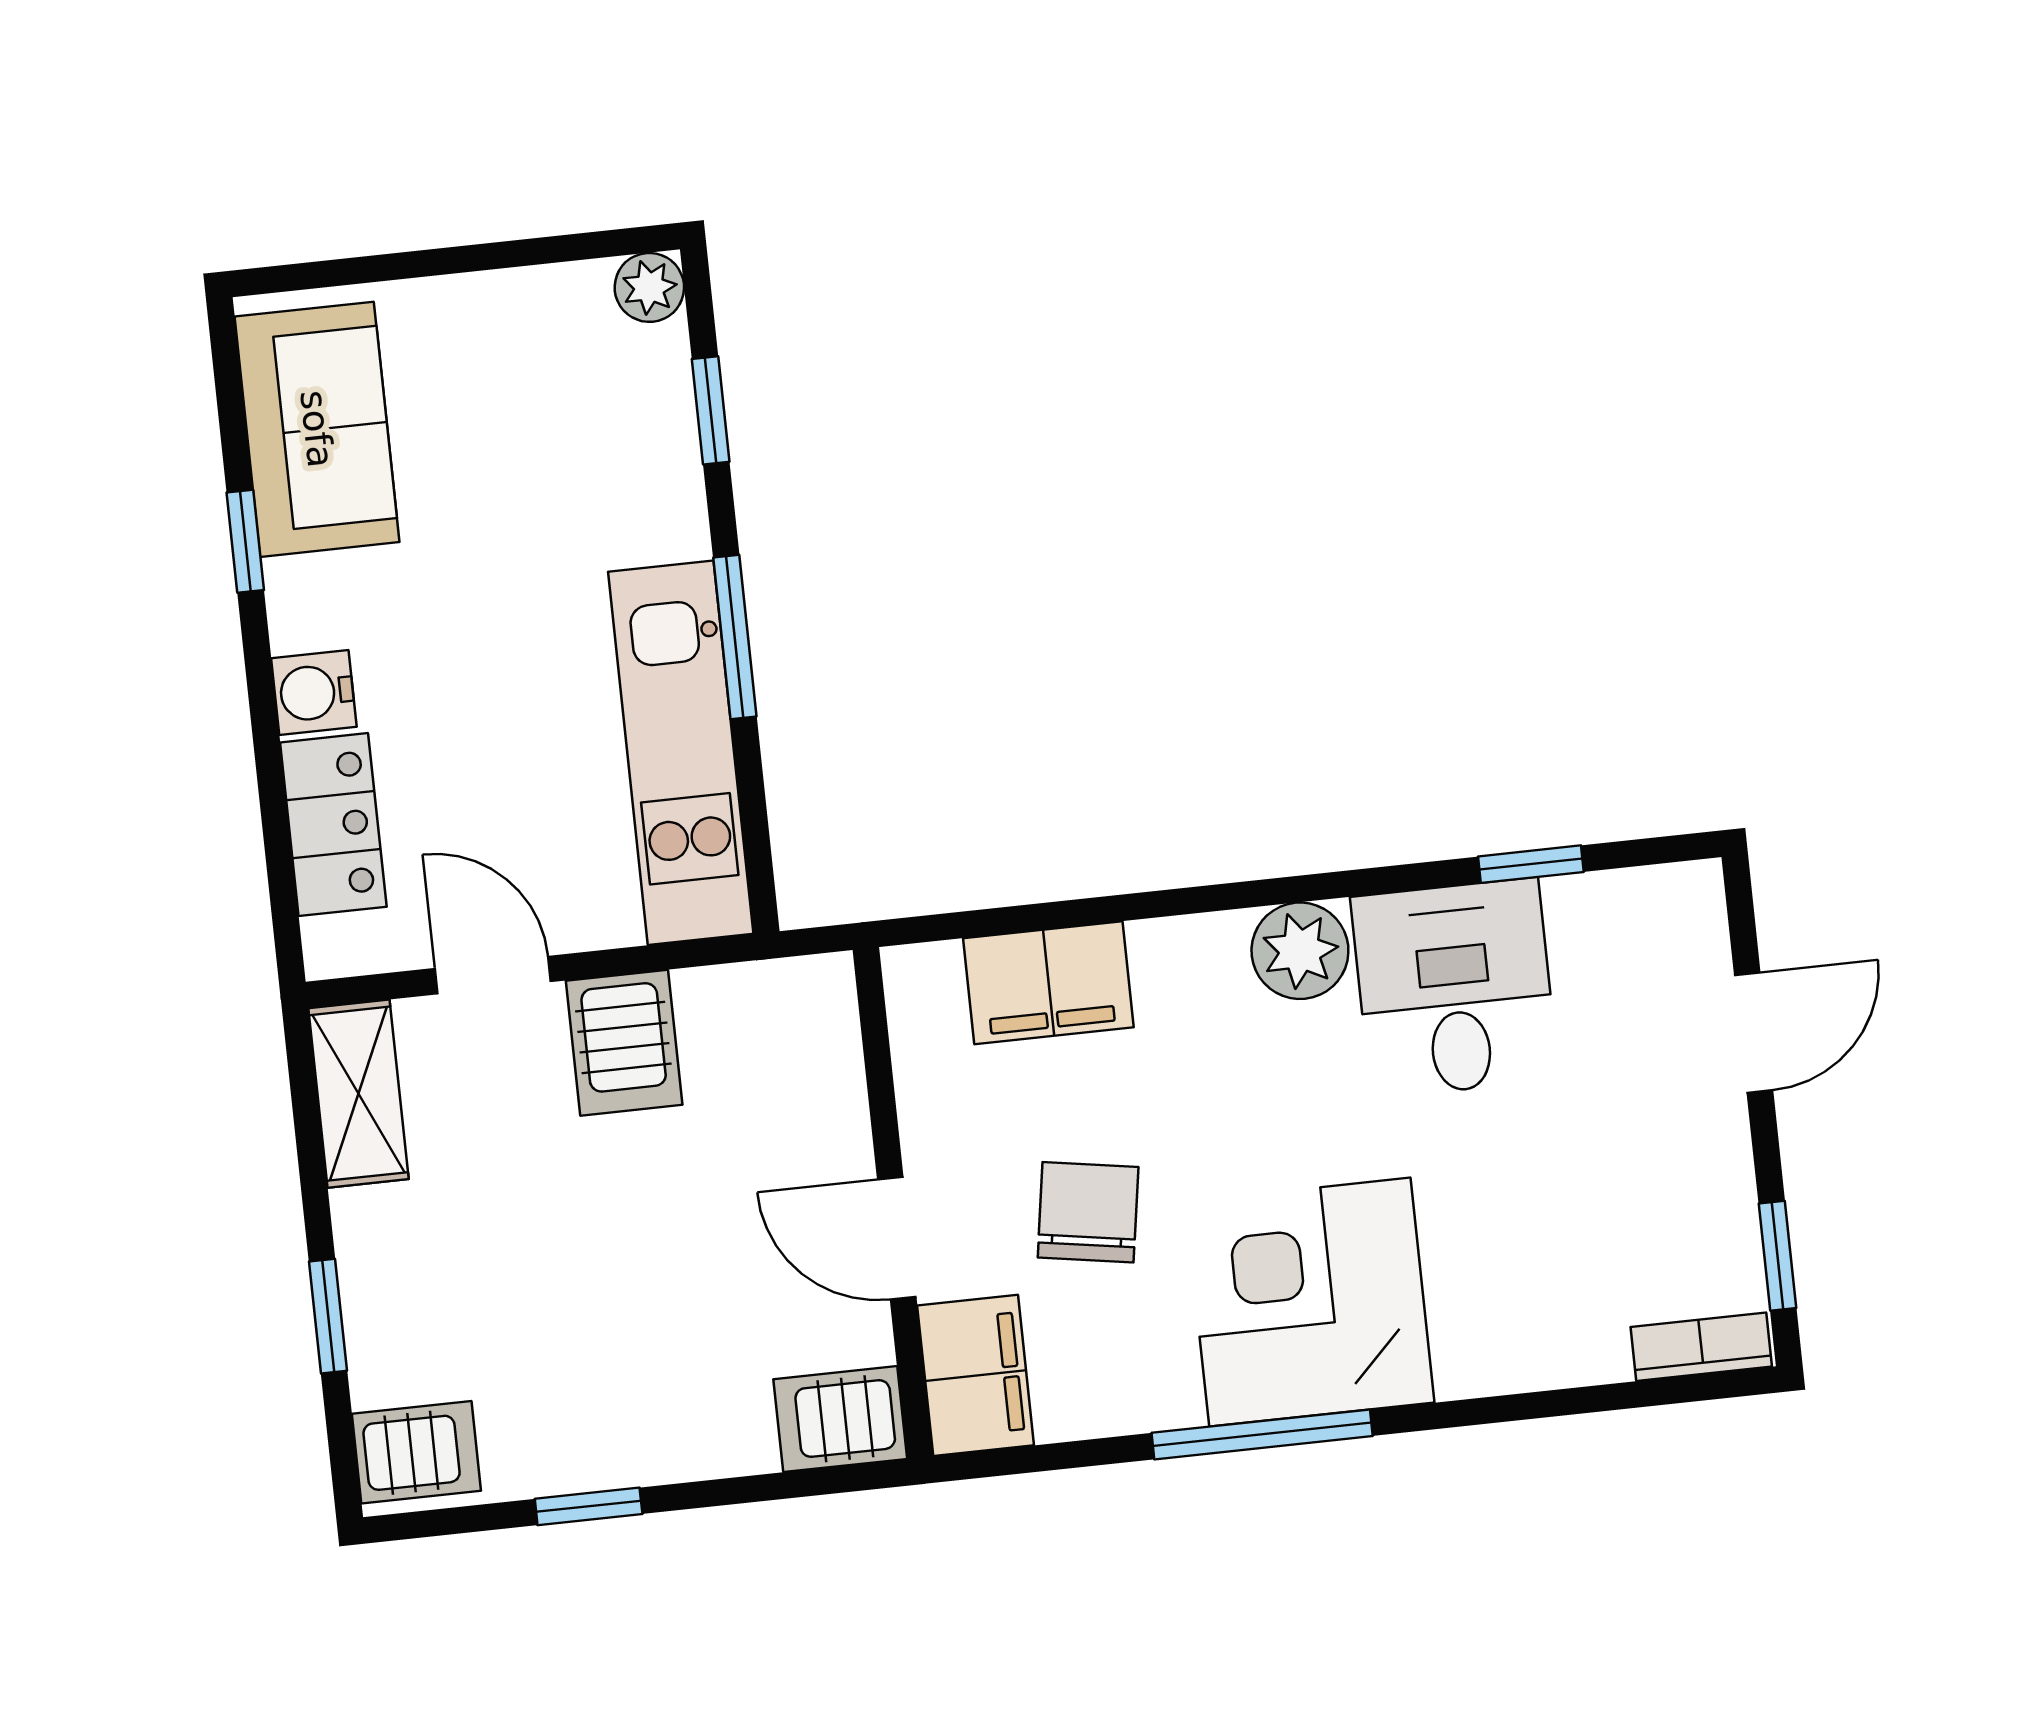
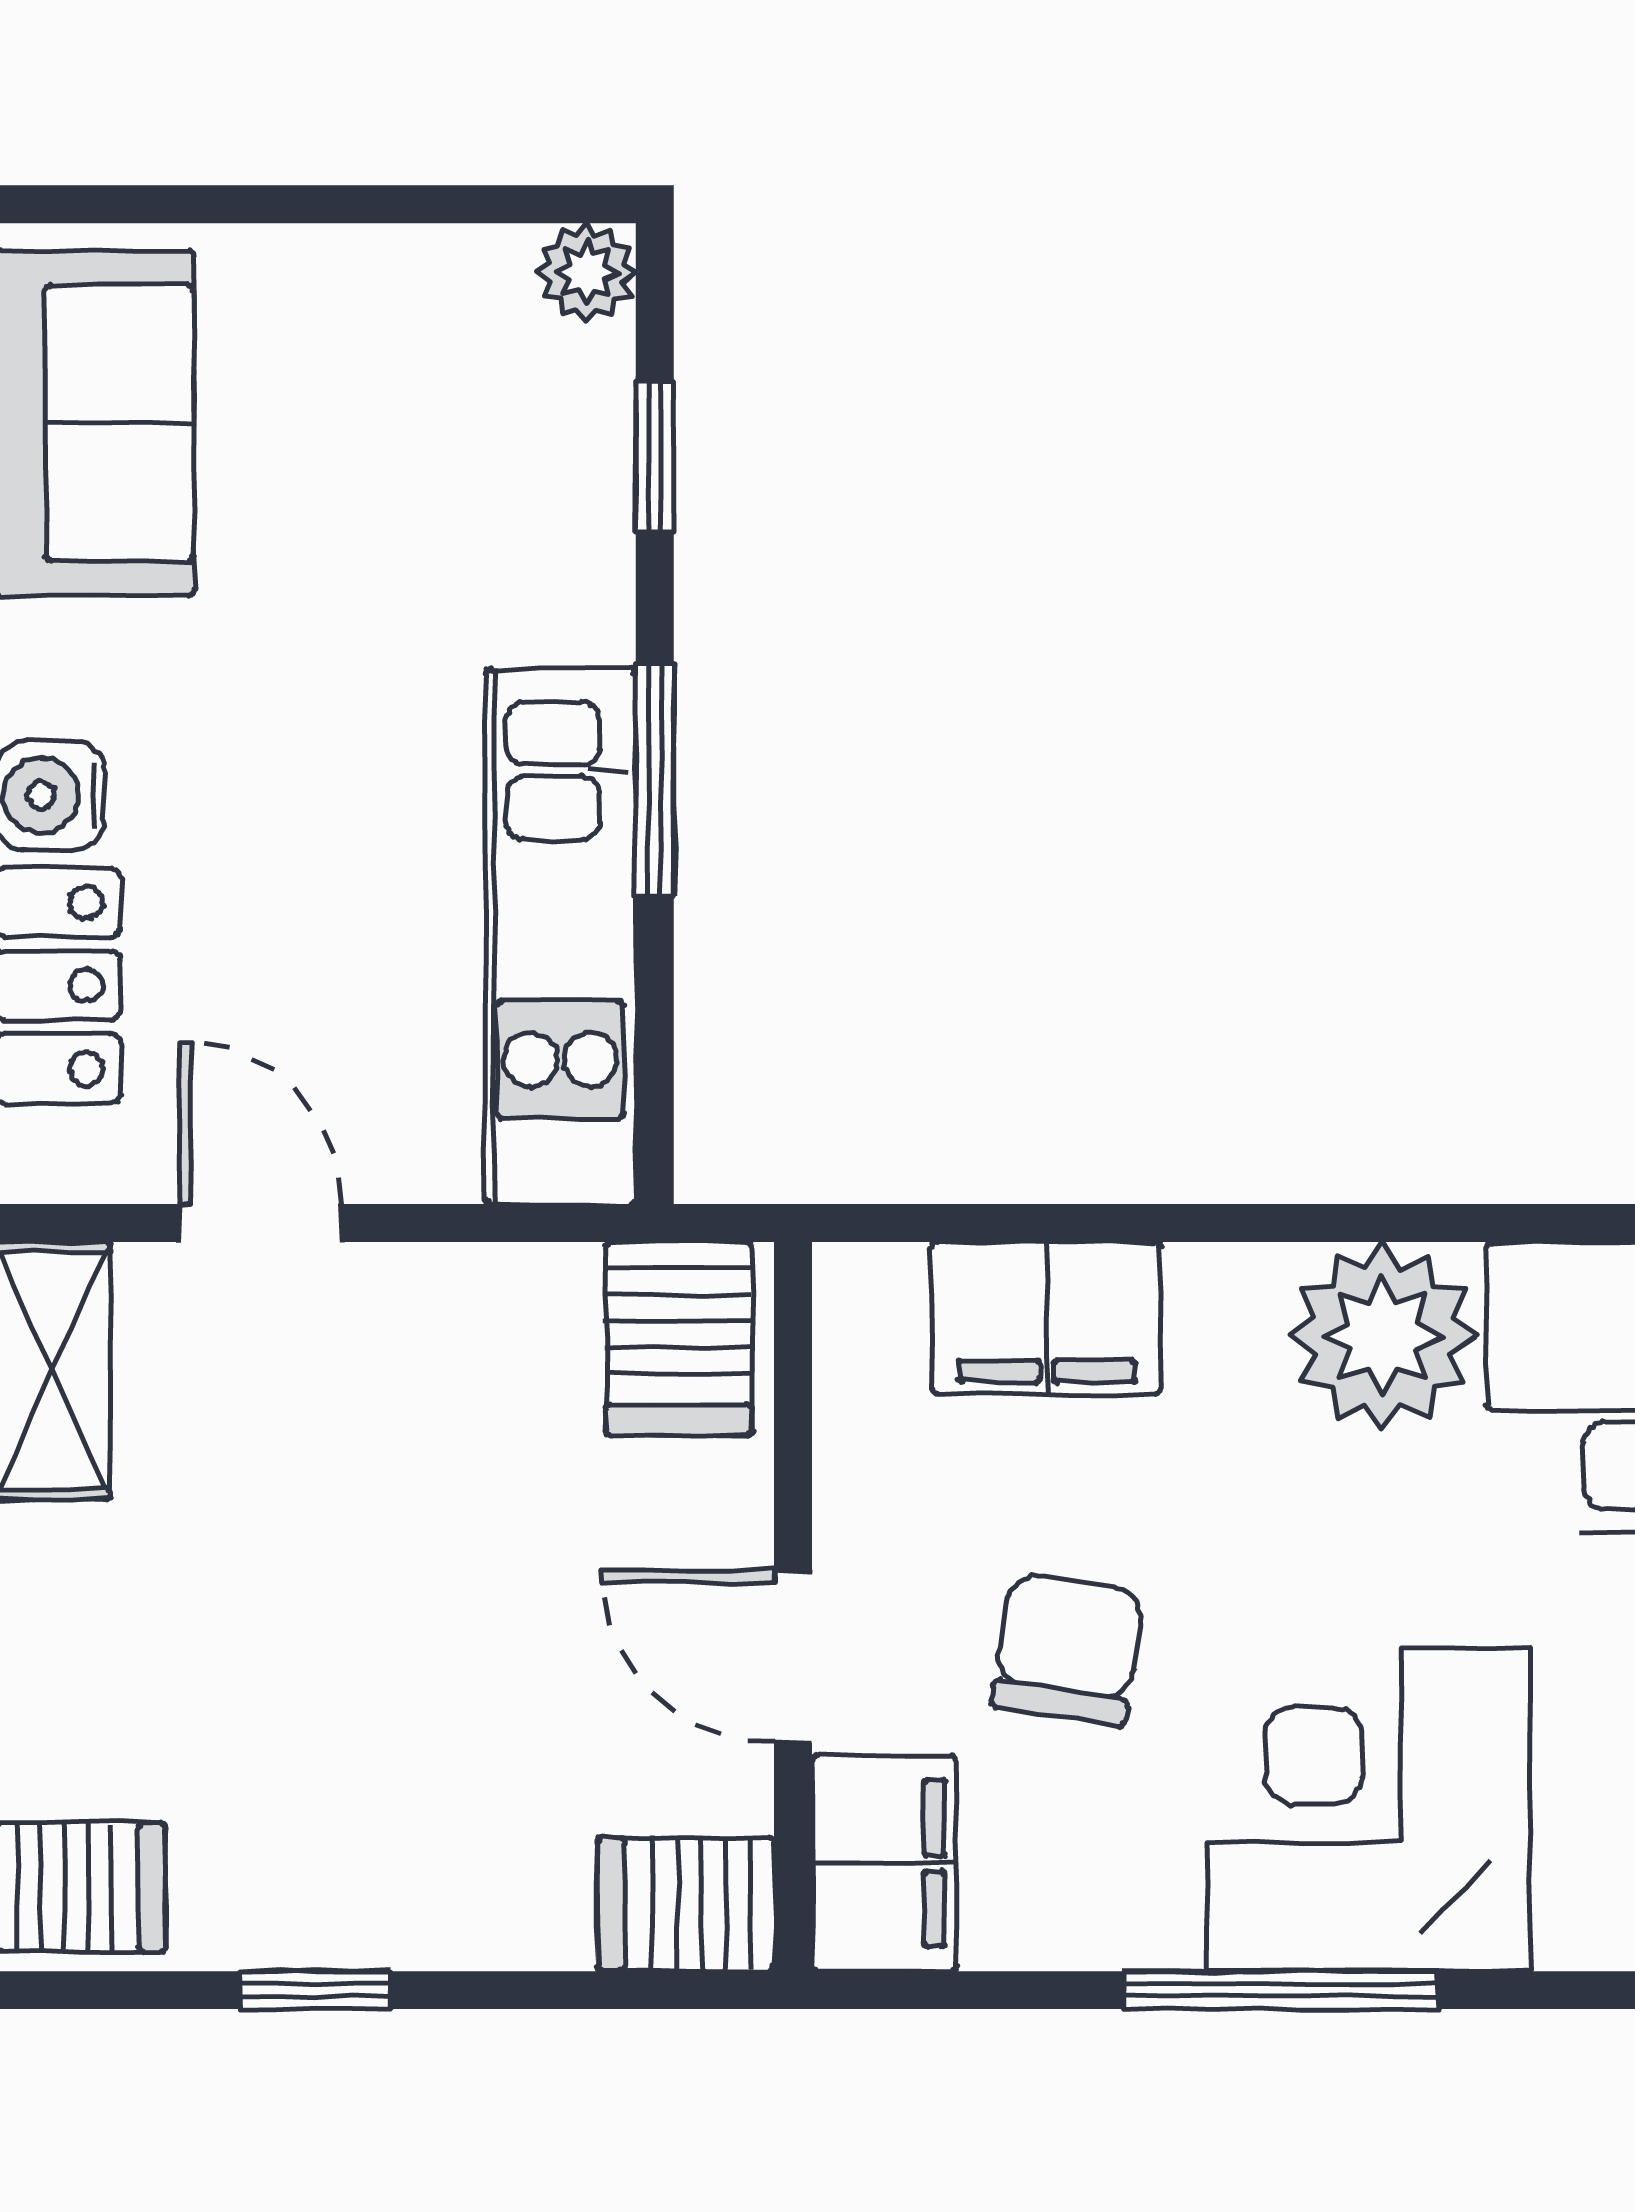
plant: (1300, 951) -> (1383, 1336), width x1.36, depth x1.36
server rack: (624, 1043) -> (679, 1339), moved

